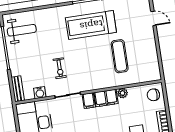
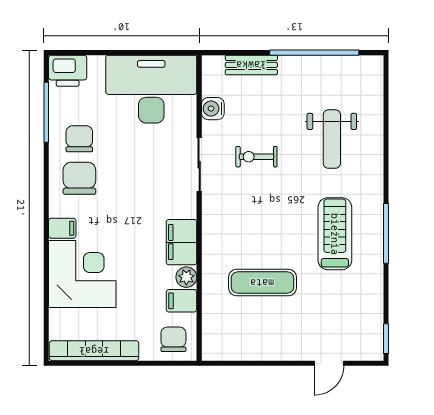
treadmill: (91, 25) -> (335, 234), width x0.73, depth x0.73
weight bench: (22, 30) -> (332, 139), moved
bench: (18, 89) -> (251, 65), moved
filing cabinet: (89, 101) -> (182, 301), moved

